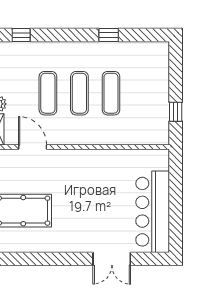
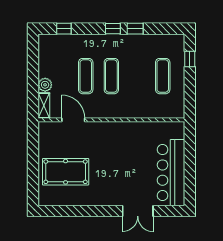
window: (81, 35) -> (113, 29), added
exercise mat: (111, 93) -> (163, 76), moved
window: (176, 112) -> (190, 59), moved

